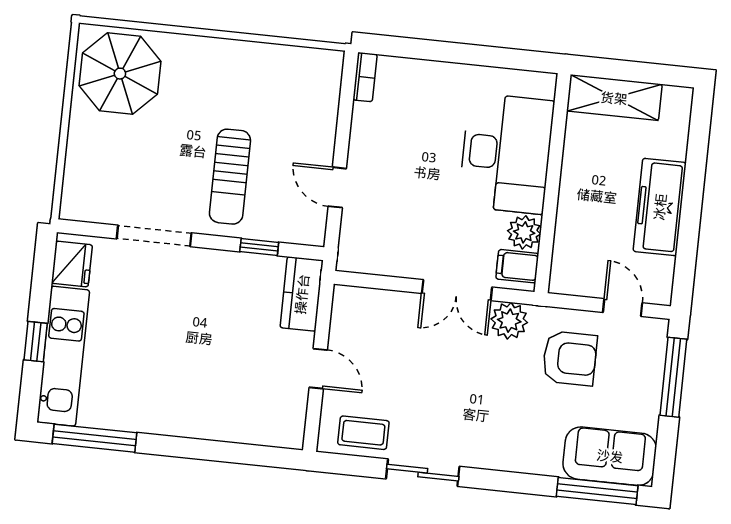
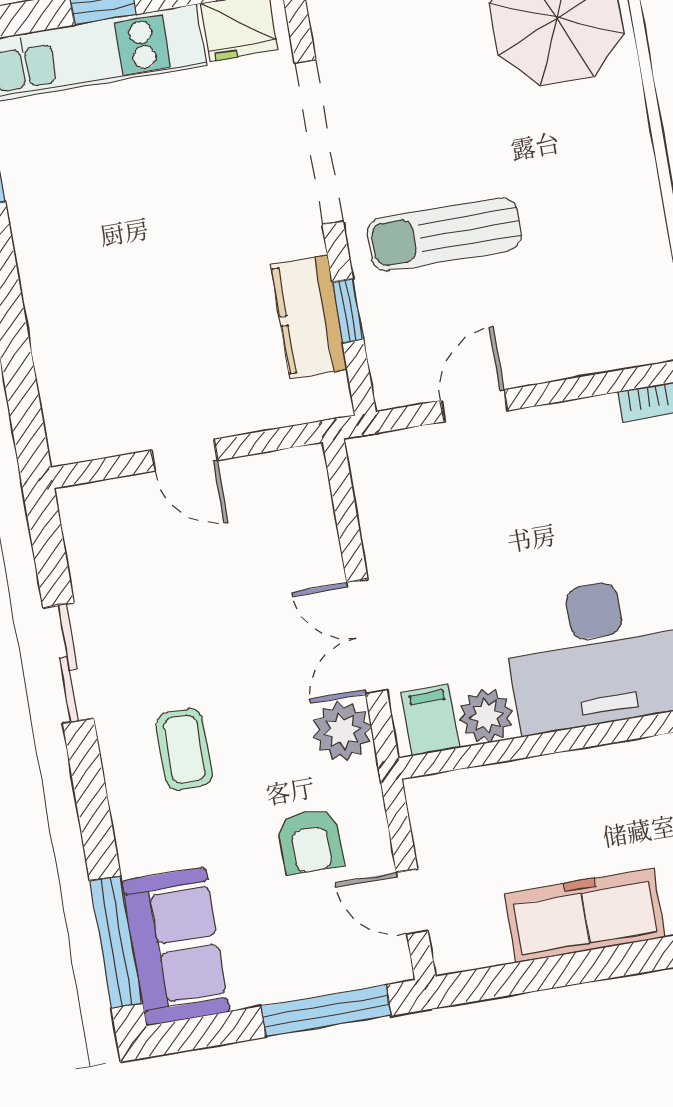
doorway: (154, 236) -> (319, 142), width x1.36
kitchen counter: (302, 294) -> (309, 317), moved, turned -90
door: (623, 308) -> (412, 902), swing flipped
armchair: (570, 358) -> (310, 841), width x0.72, depth x0.72
door: (318, 369) -> (184, 455), hinge flipped
coffee table: (363, 433) -> (184, 749), moved

